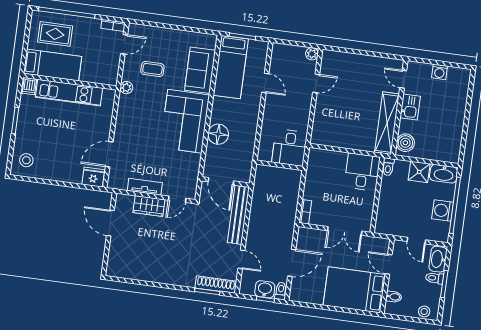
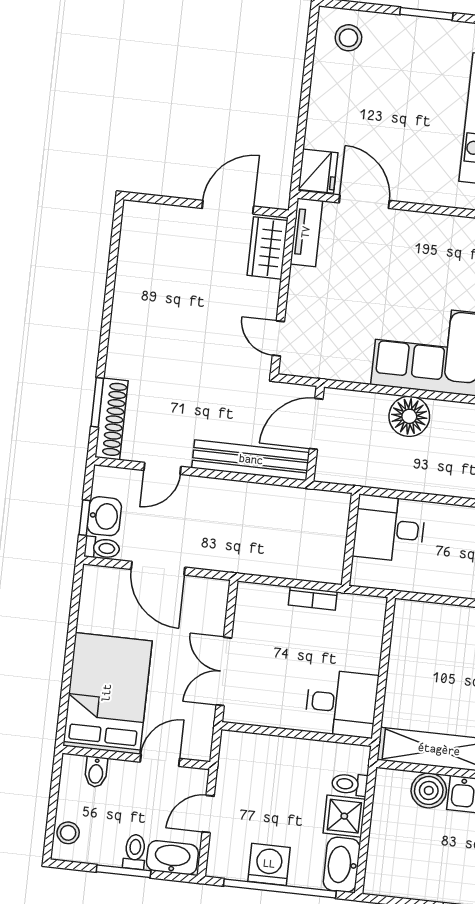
boiler: (405, 143) -> (429, 790), moved
desk: (290, 148) -> (389, 529), moved
toilet: (388, 167) -> (350, 784), moved
tv unit: (145, 187) -> (306, 232), moved
wardrobe: (149, 206) -> (267, 248), moved
bookcase: (305, 212) -> (313, 598), moved

